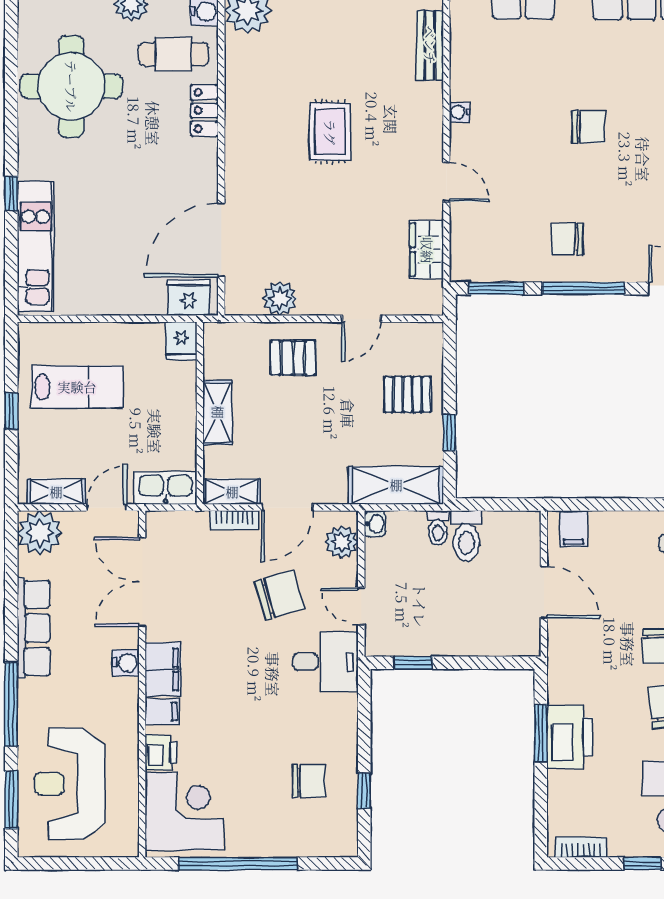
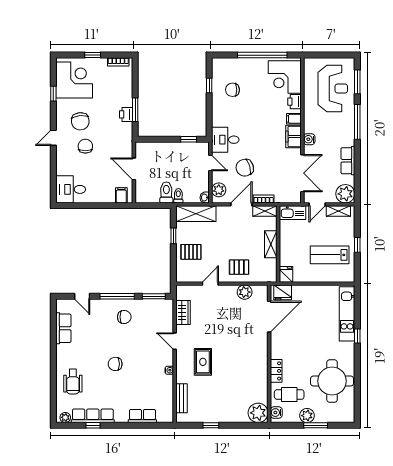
rug: (330, 132) -> (203, 362), moved
row of seats: (34, 628) -> (348, 161), width x0.68
printer: (570, 737) -> (126, 114), width x0.53, depth x0.68

